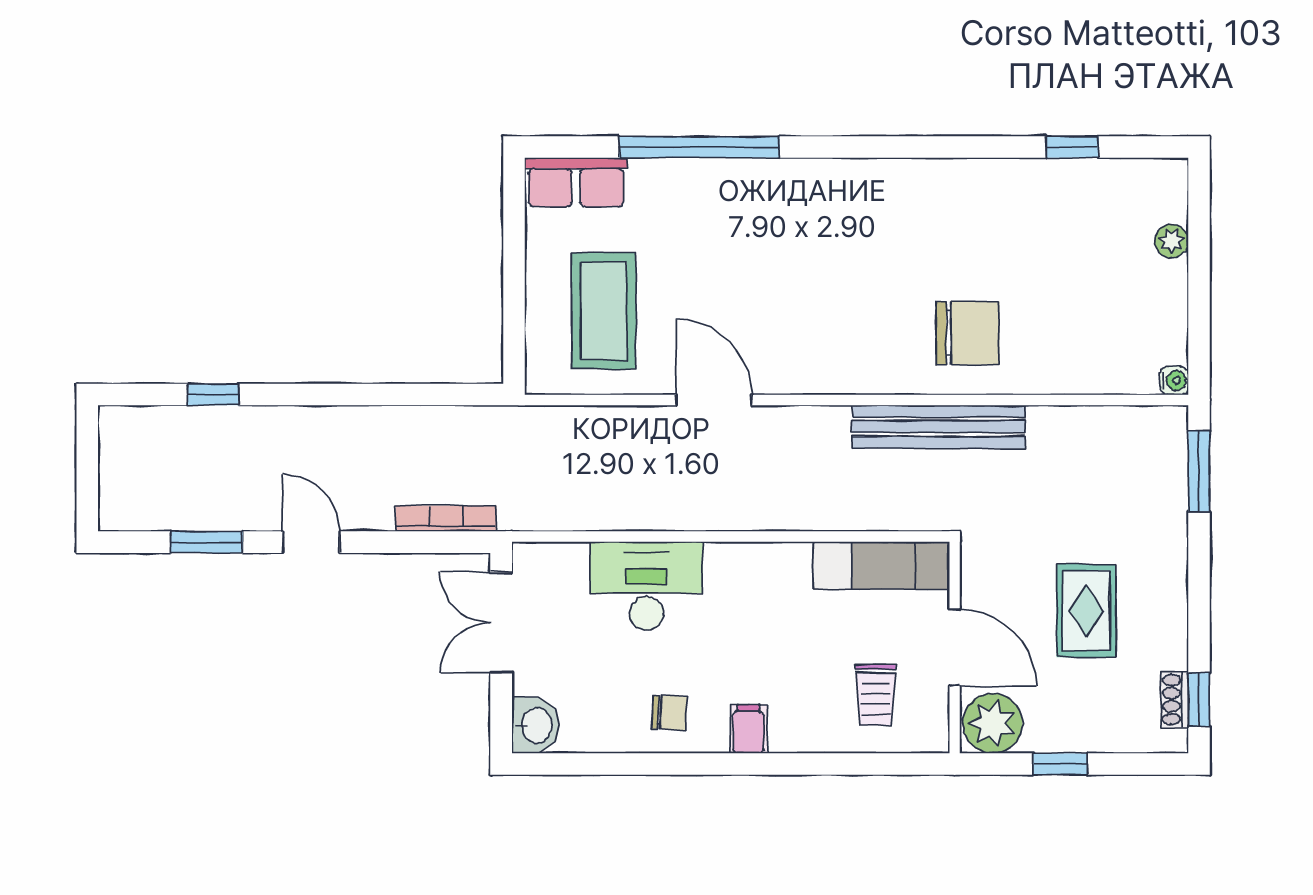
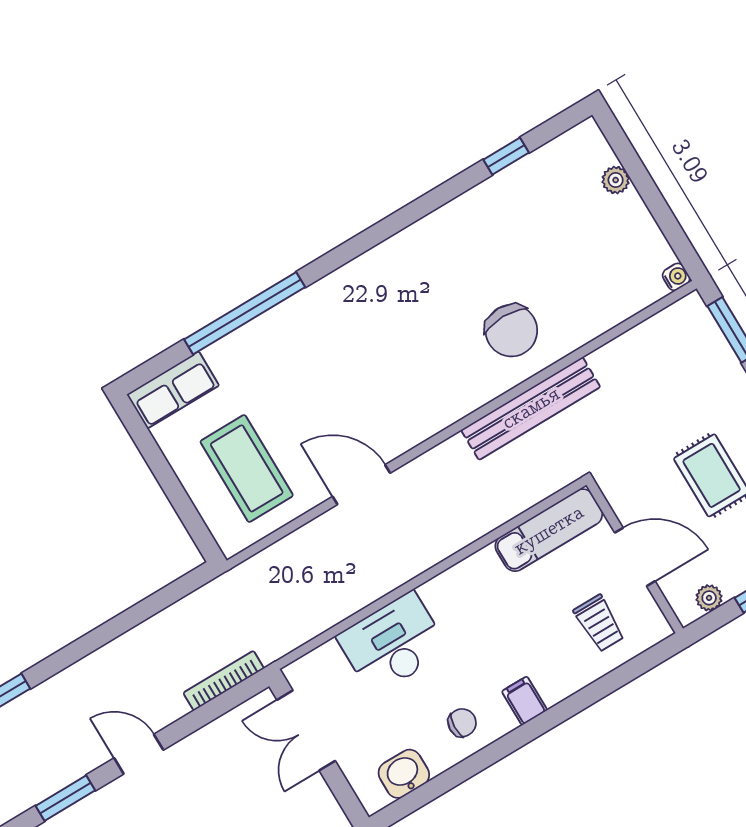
chair: (968, 333) -> (511, 331), turned 90
plant: (993, 723) -> (709, 598), width x0.53, depth x0.53
washbasin: (536, 725) -> (404, 774), moved, turned -90

